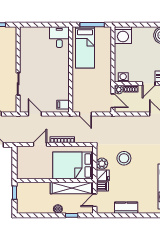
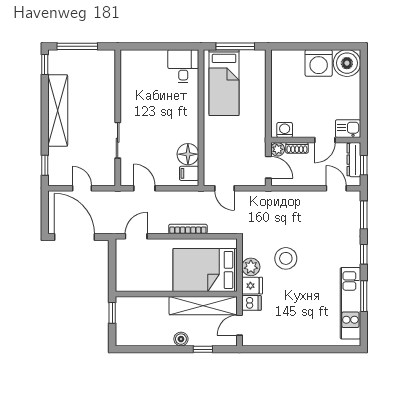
washing machine: (123, 35) -> (319, 63), moved
floor lamp: (62, 93) -> (188, 154), added
door: (40, 144) -> (136, 236), moved
kitchen counter: (126, 208) -> (289, 337), removed

